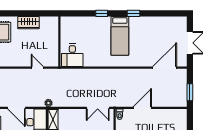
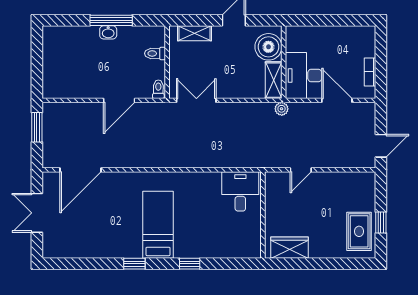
wardrobe: (29, 23) -> (289, 248), moved
door: (37, 68) -> (301, 170), hinge flipped

